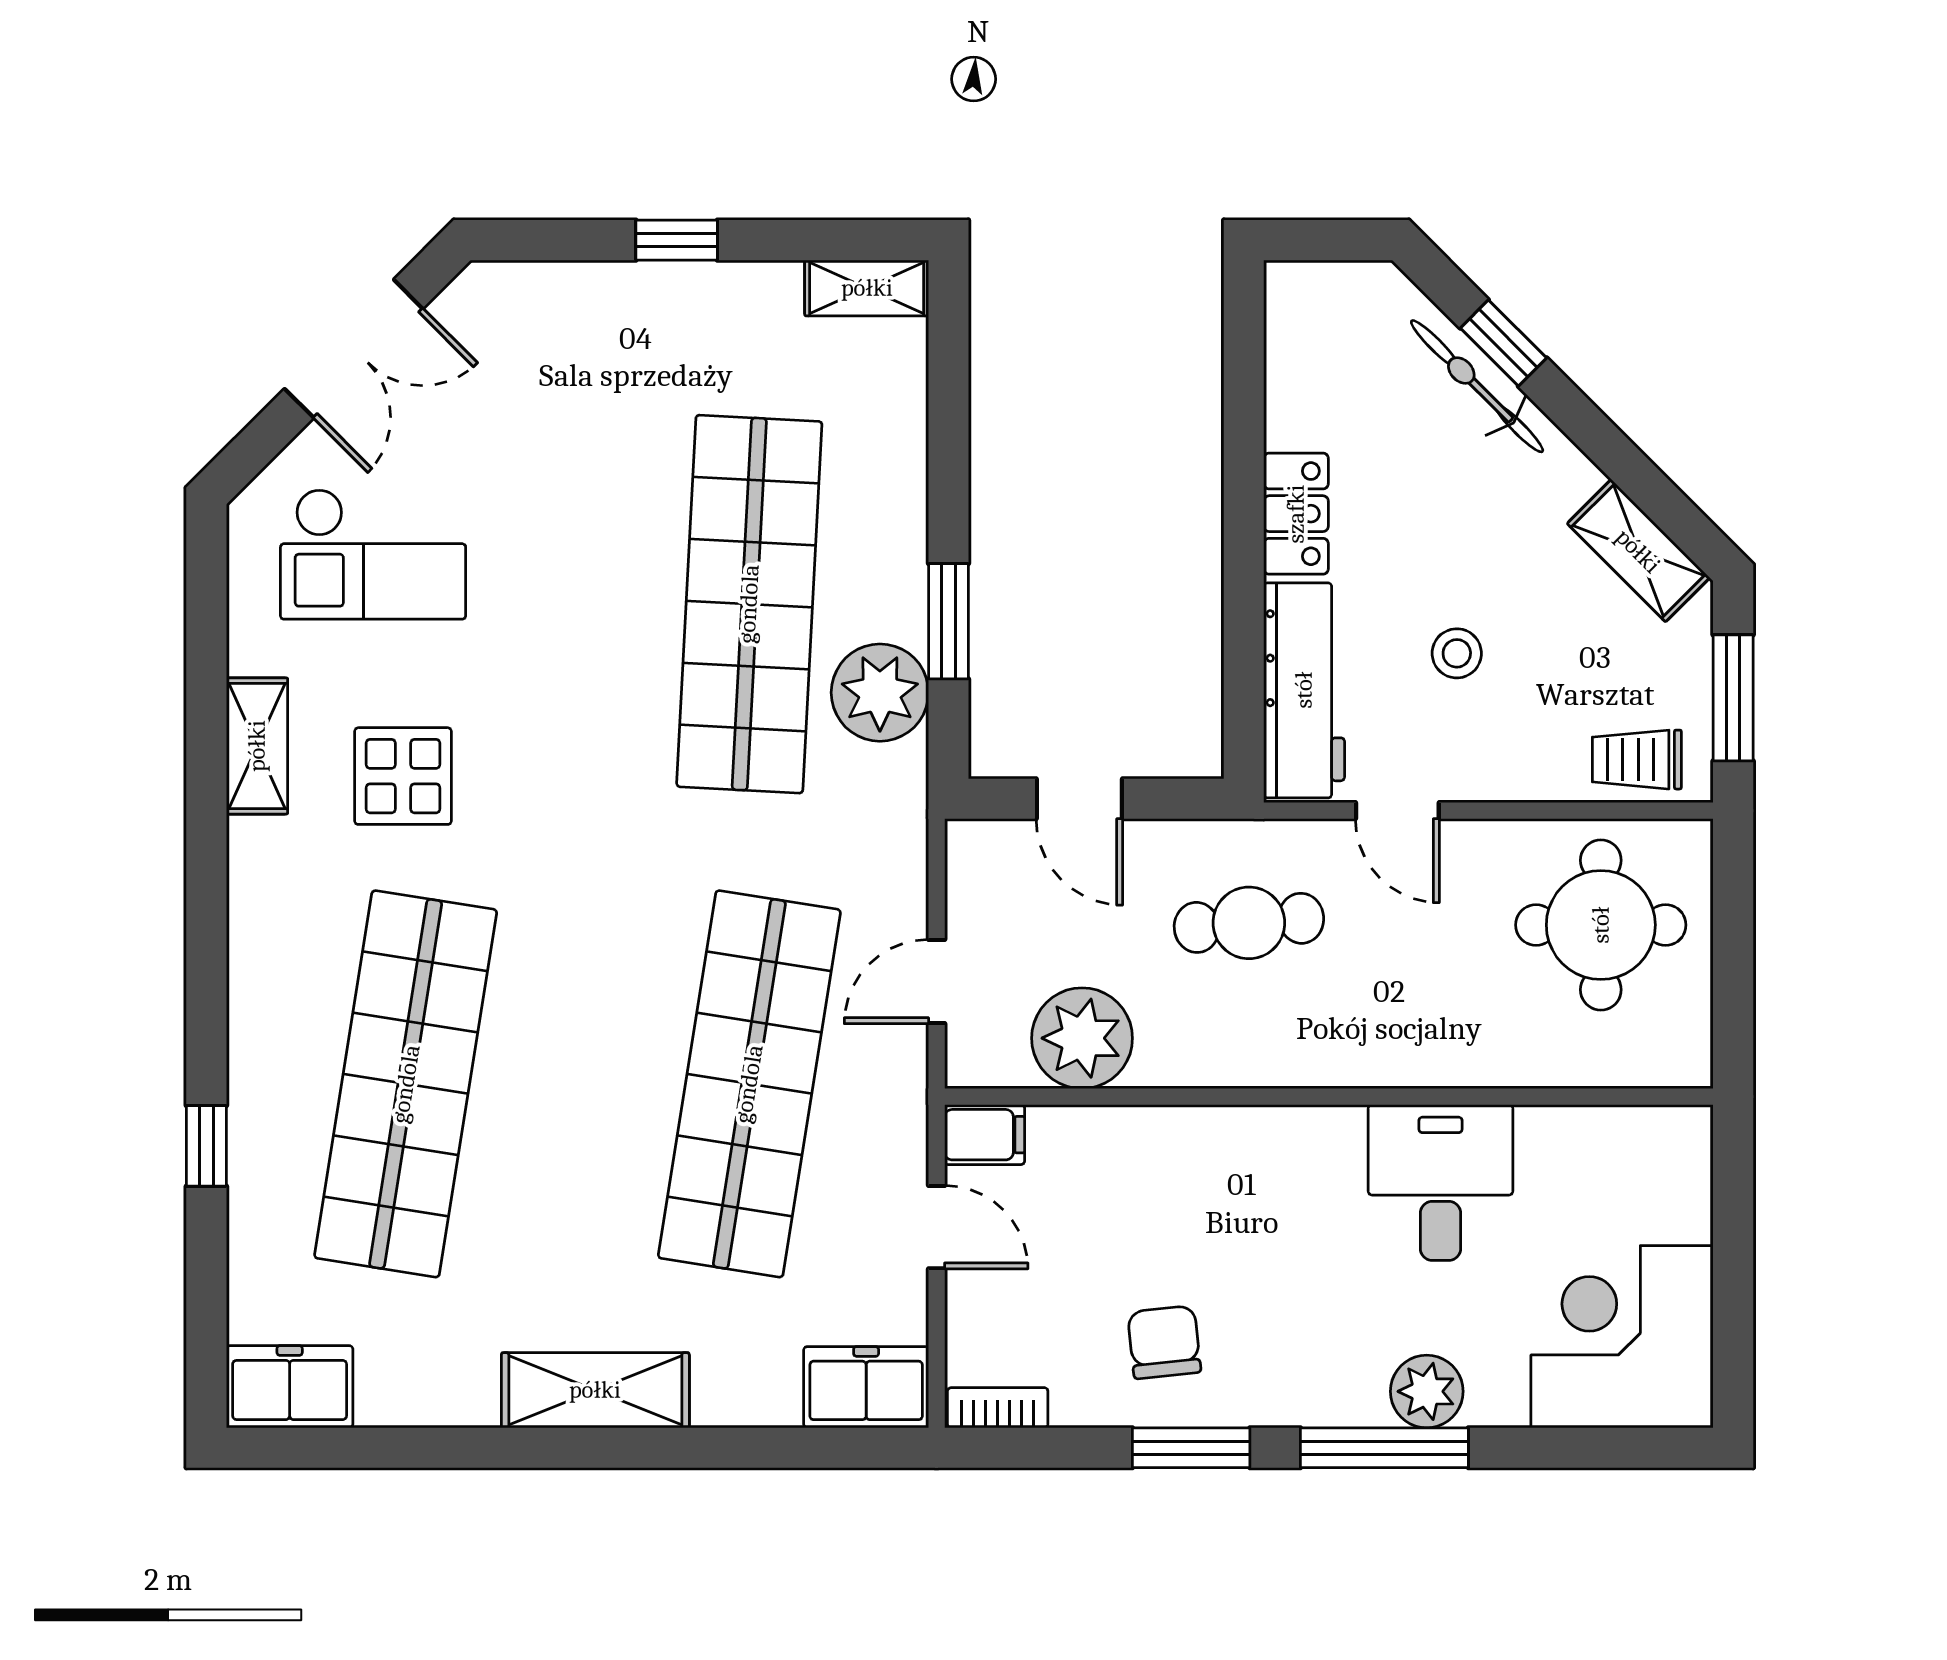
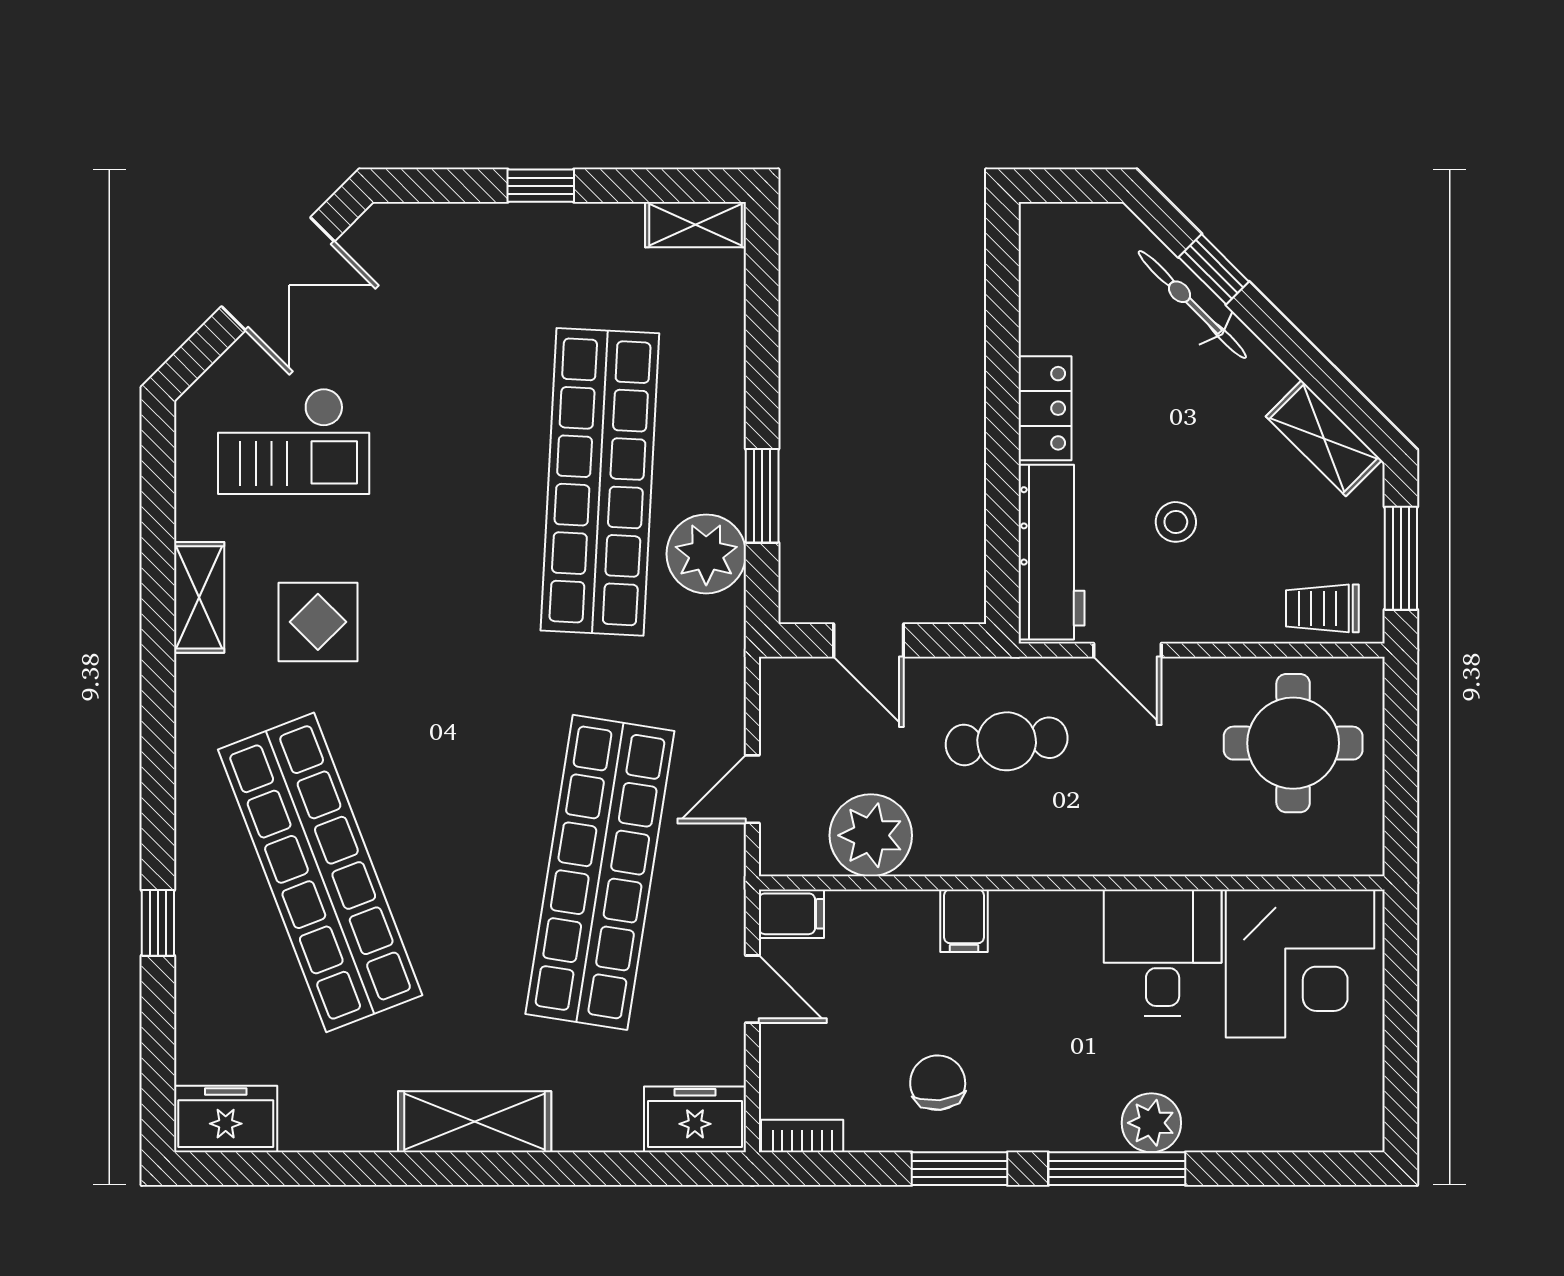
shop shelf: (406, 1084) -> (320, 872), turned -30
filing cabinet: (1197, 1143) -> (964, 921), added
corner desk: (1622, 1337) -> (1300, 964), moved, turned 180

